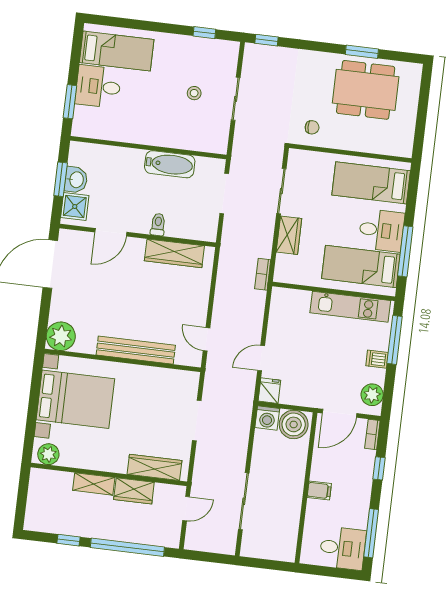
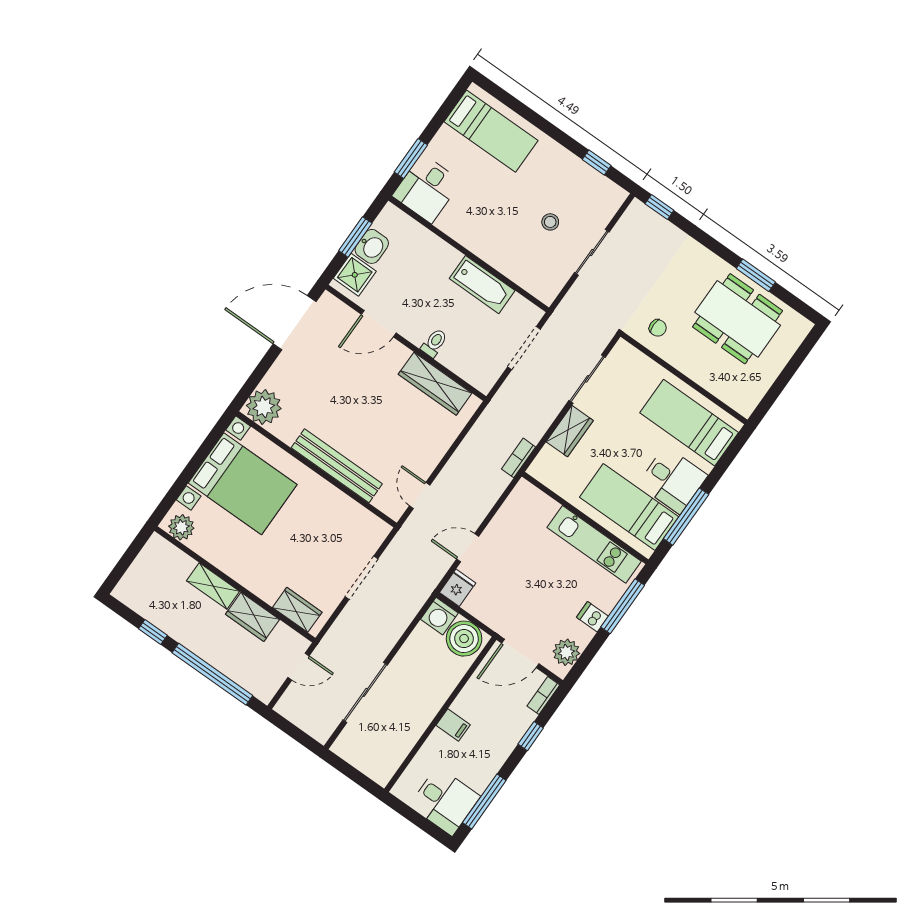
desk: (98, 87) -> (427, 189), moved, turned -90
wardrobe: (154, 467) -> (297, 610), width x0.67

